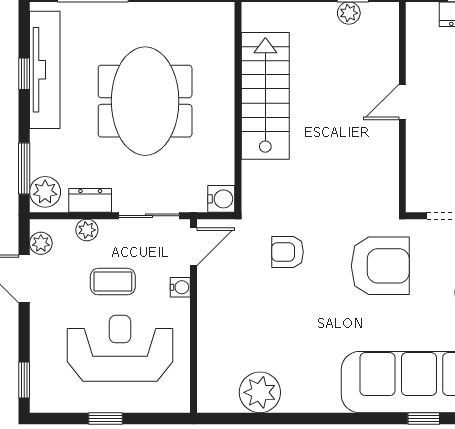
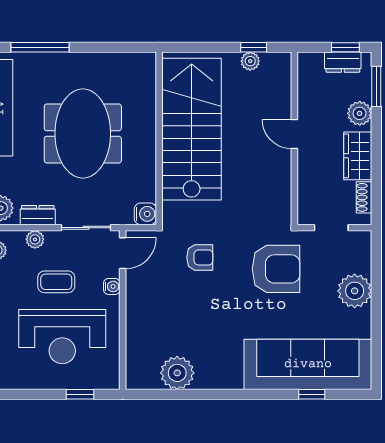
stairs: (265, 96) -> (192, 129), width x1.36, depth x1.51
door: (402, 102) -> (294, 134), hinge flipped
armchair: (287, 252) -> (200, 257), turned 180
reception desk: (120, 348) -> (62, 337), turned 180
window: (106, 418) -> (80, 394), moved

